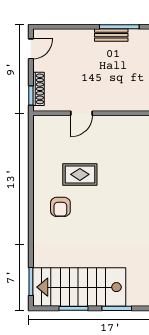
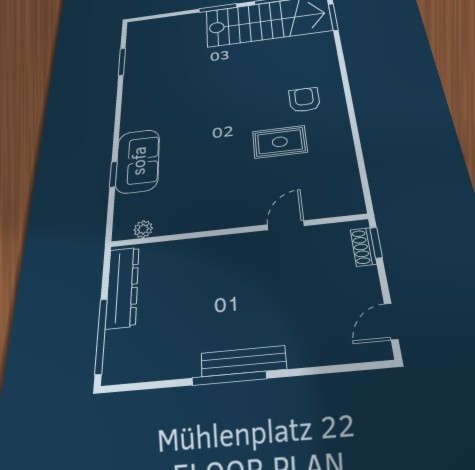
bench: (111, 35) -> (244, 361), width x1.36
shoe rack: (39, 89) -> (363, 247), width x0.70

